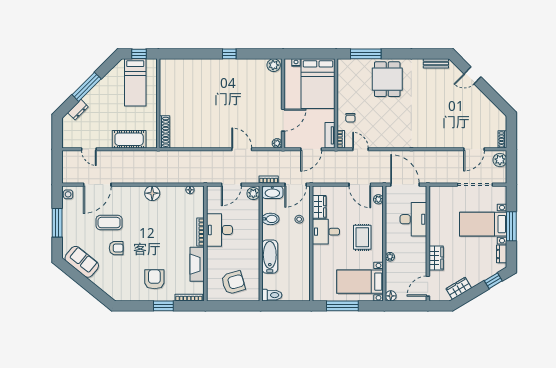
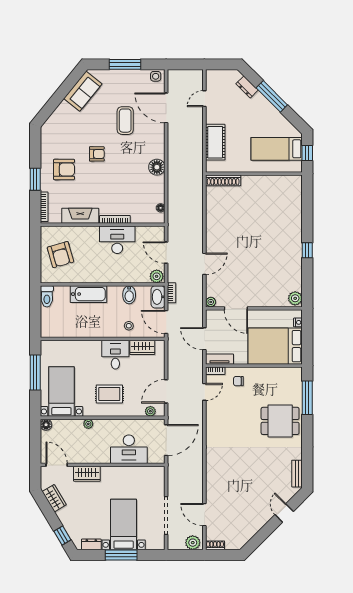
armchair: (116, 248) -> (97, 154), moved, turned -90

